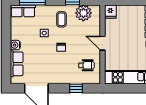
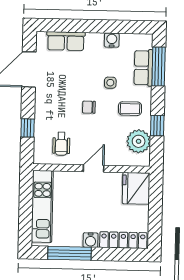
row of seats: (23, 11) -> (143, 68), moved
fridge: (110, 12) -> (136, 188), width x1.88, depth x1.34
water cooler: (15, 45) -> (112, 40), moved

